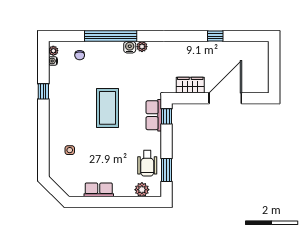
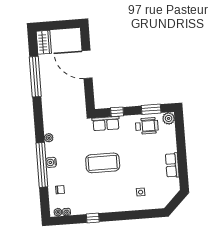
window: (215, 36) -> (35, 77), width x3.17
water cooler: (130, 47) -> (51, 162), moved
wardrobe: (190, 85) -> (44, 42), moved, turned 180
window: (166, 116) -> (117, 112), moved
plant: (142, 190) -> (169, 118), moved

